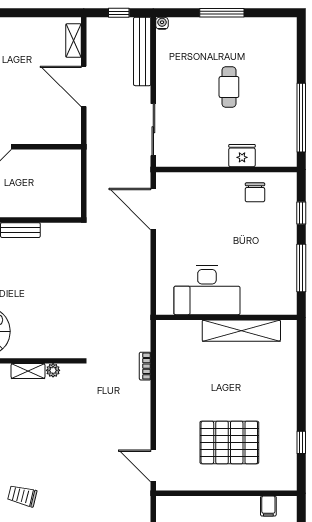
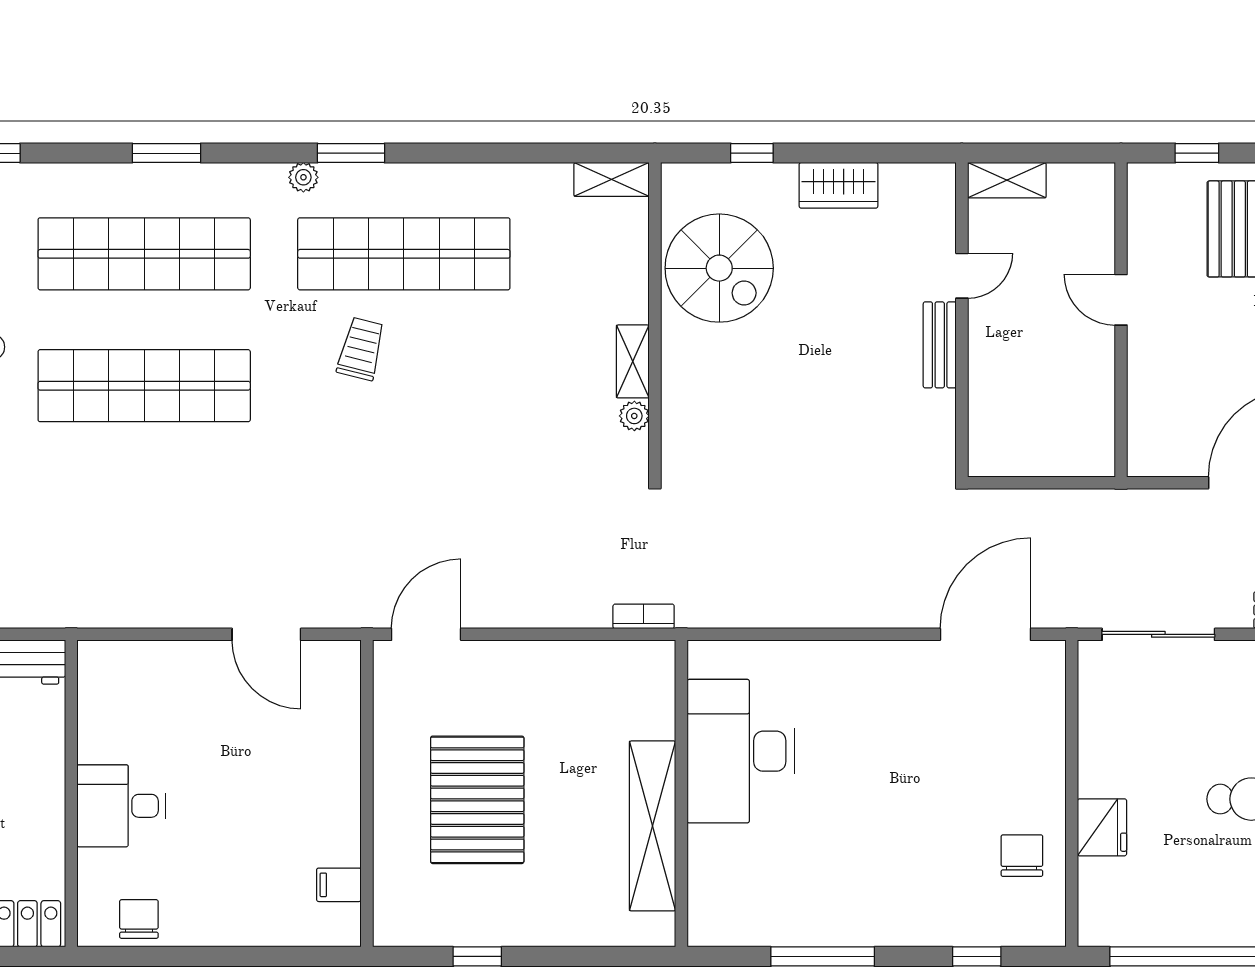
chair: (255, 192) -> (1022, 856), turned 90
window: (301, 268) -> (823, 956), moved
desk: (207, 290) -> (741, 751), moved
wall: (226, 317) -> (681, 793), moved
shelving: (241, 331) -> (653, 826), moved

